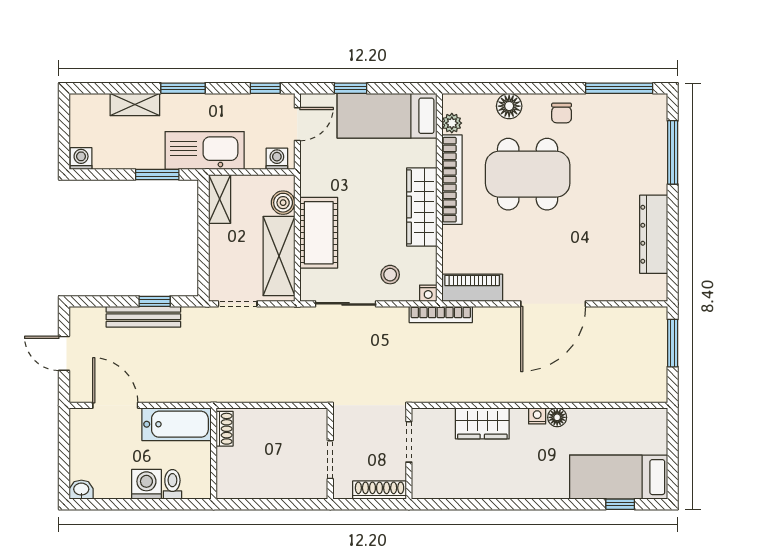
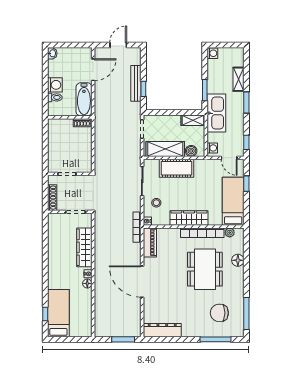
chair: (562, 113) -> (219, 313), moved, width x1.87, depth x1.87
dresser: (654, 234) -> (162, 330), moved
wardrobe: (482, 423) -> (84, 247), width x1.50

